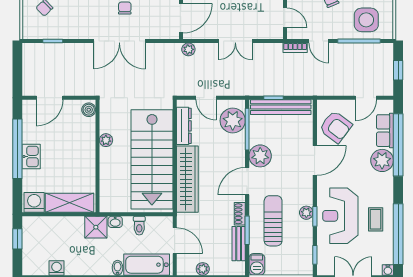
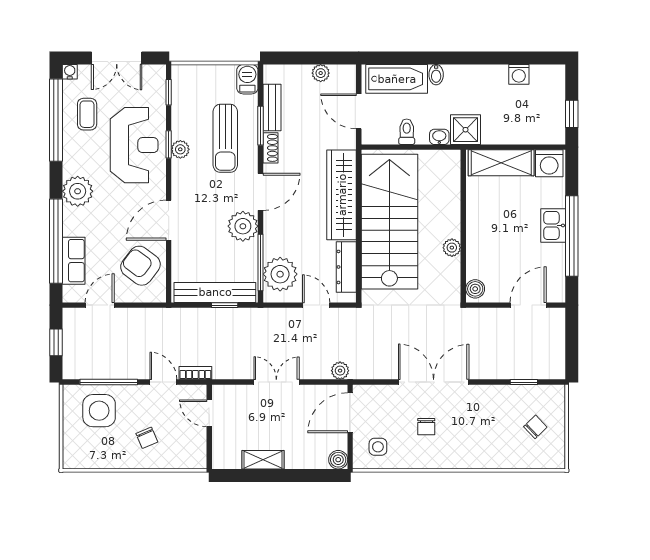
plant: (382, 160) -> (78, 191), moved
coffee table: (376, 219) -> (87, 114), moved

